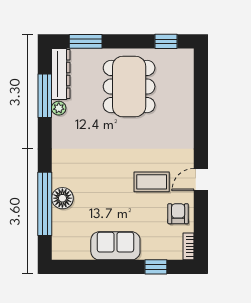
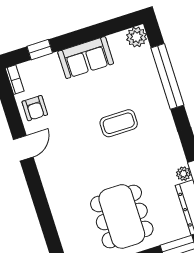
coffee table: (152, 182) -> (119, 123), moved
floor lamp: (62, 198) -> (152, 87), removed
plant: (62, 250) -> (137, 37), added

